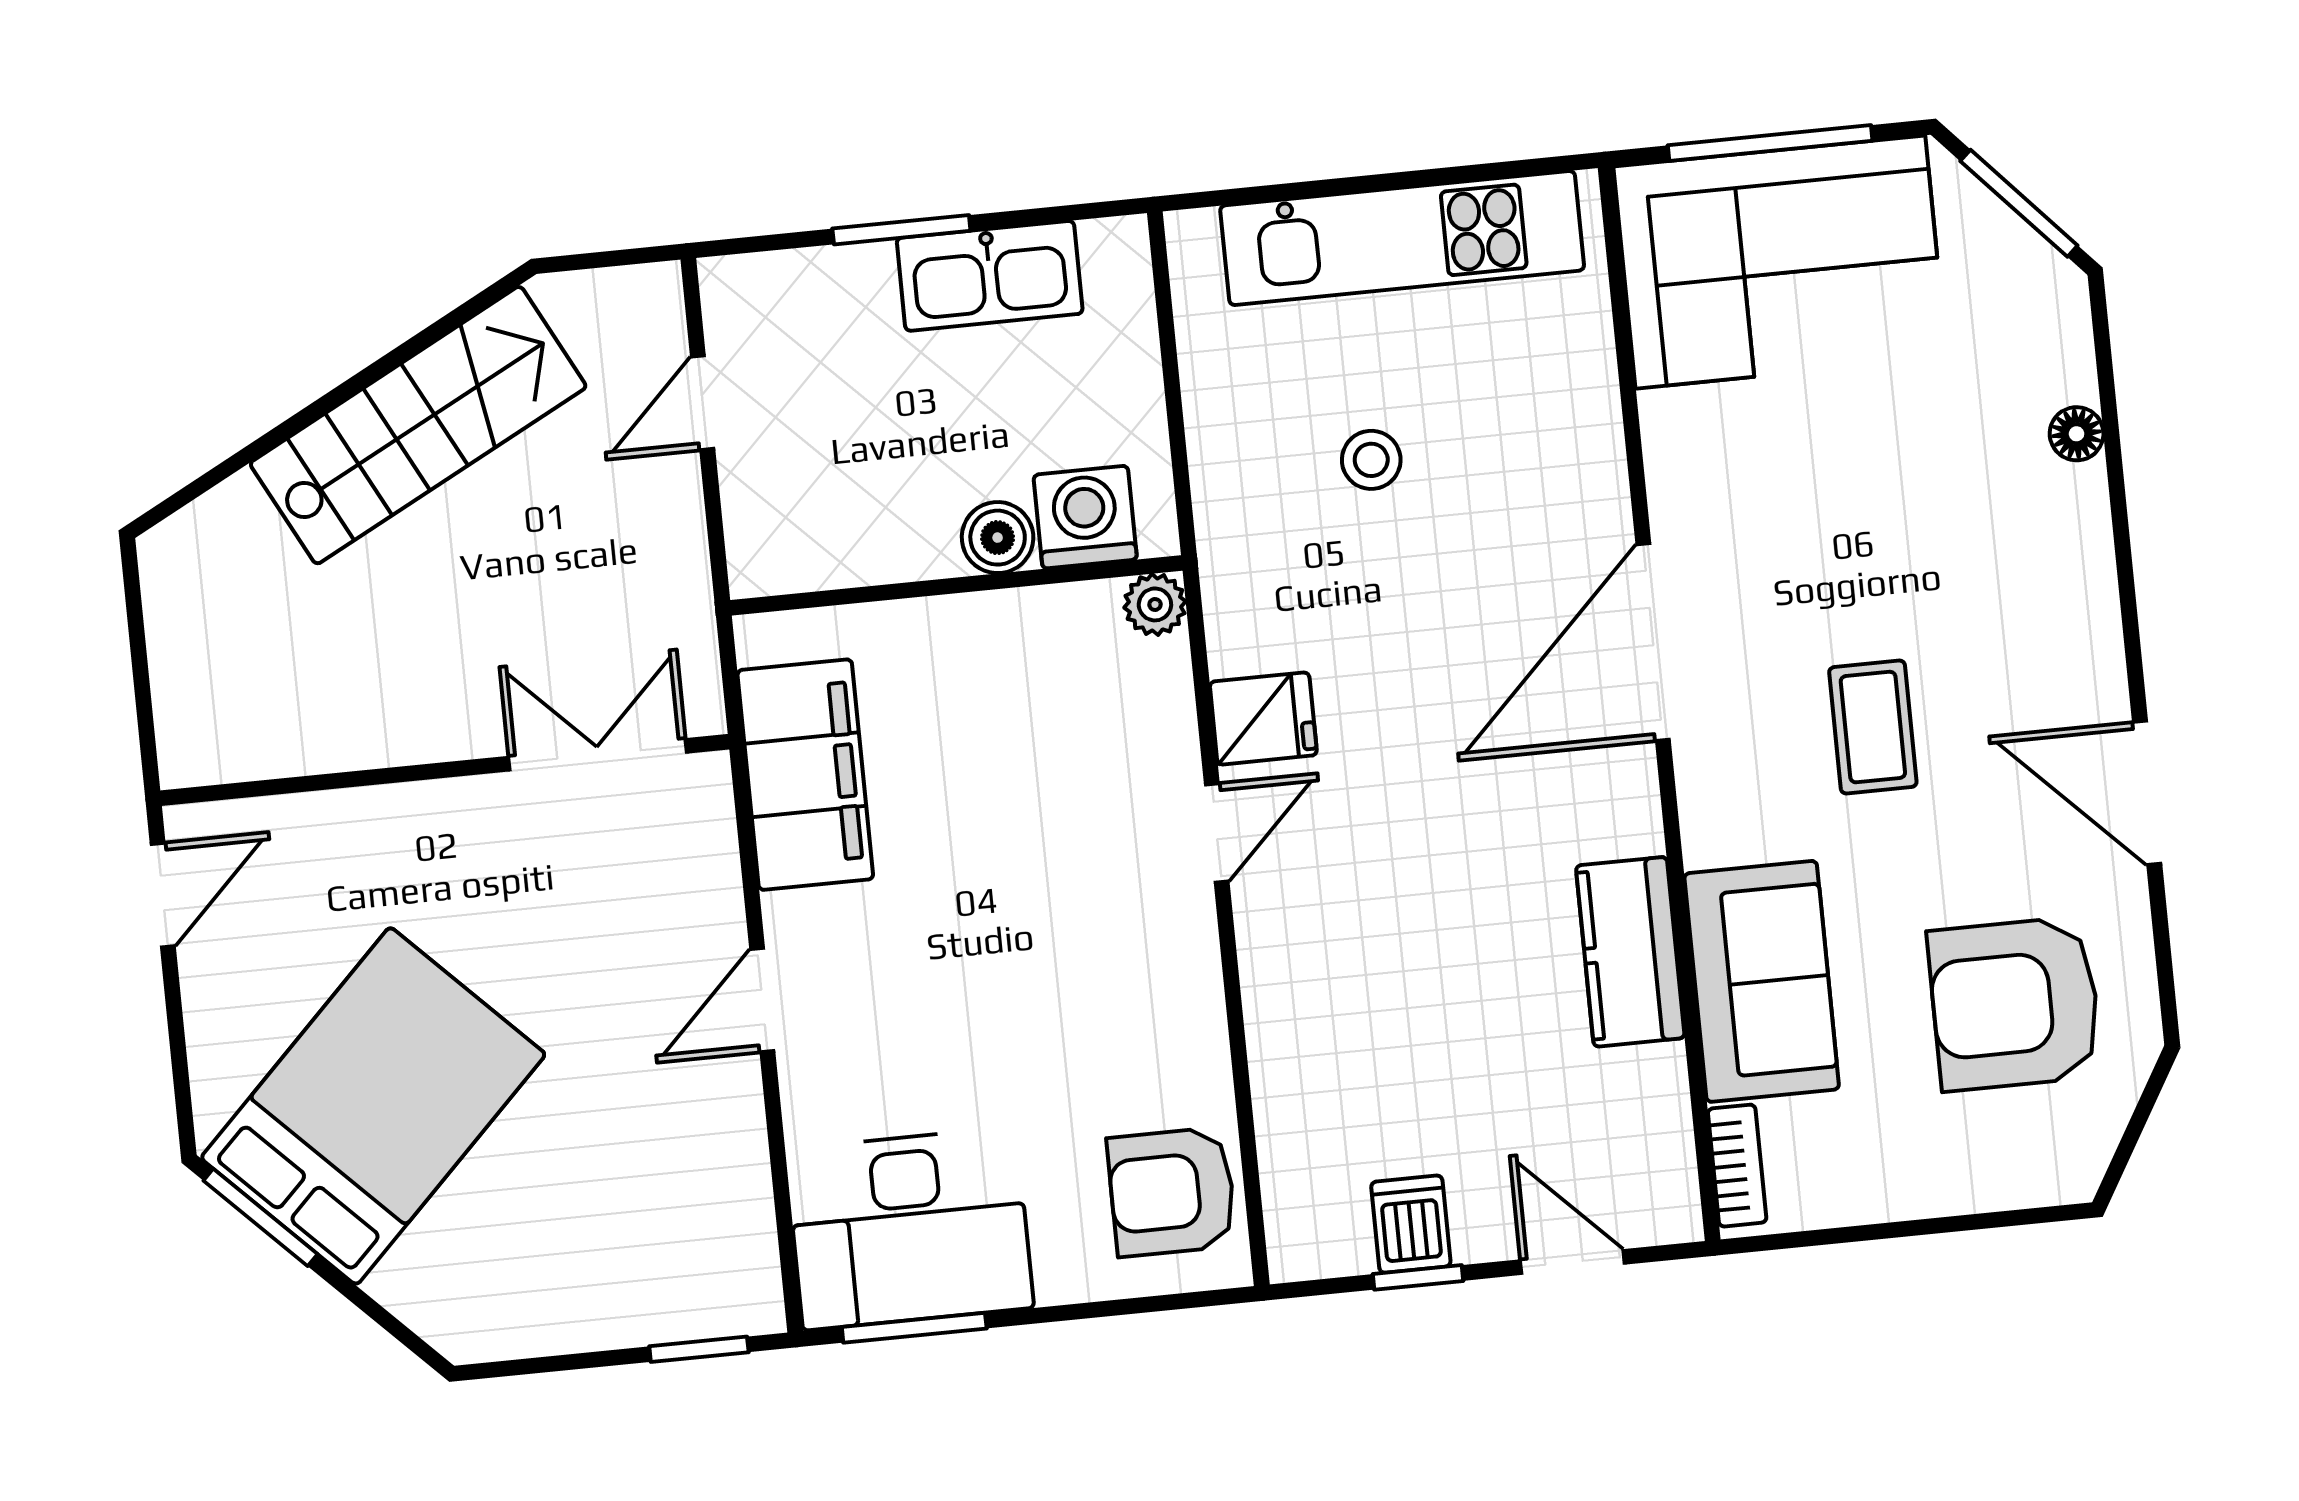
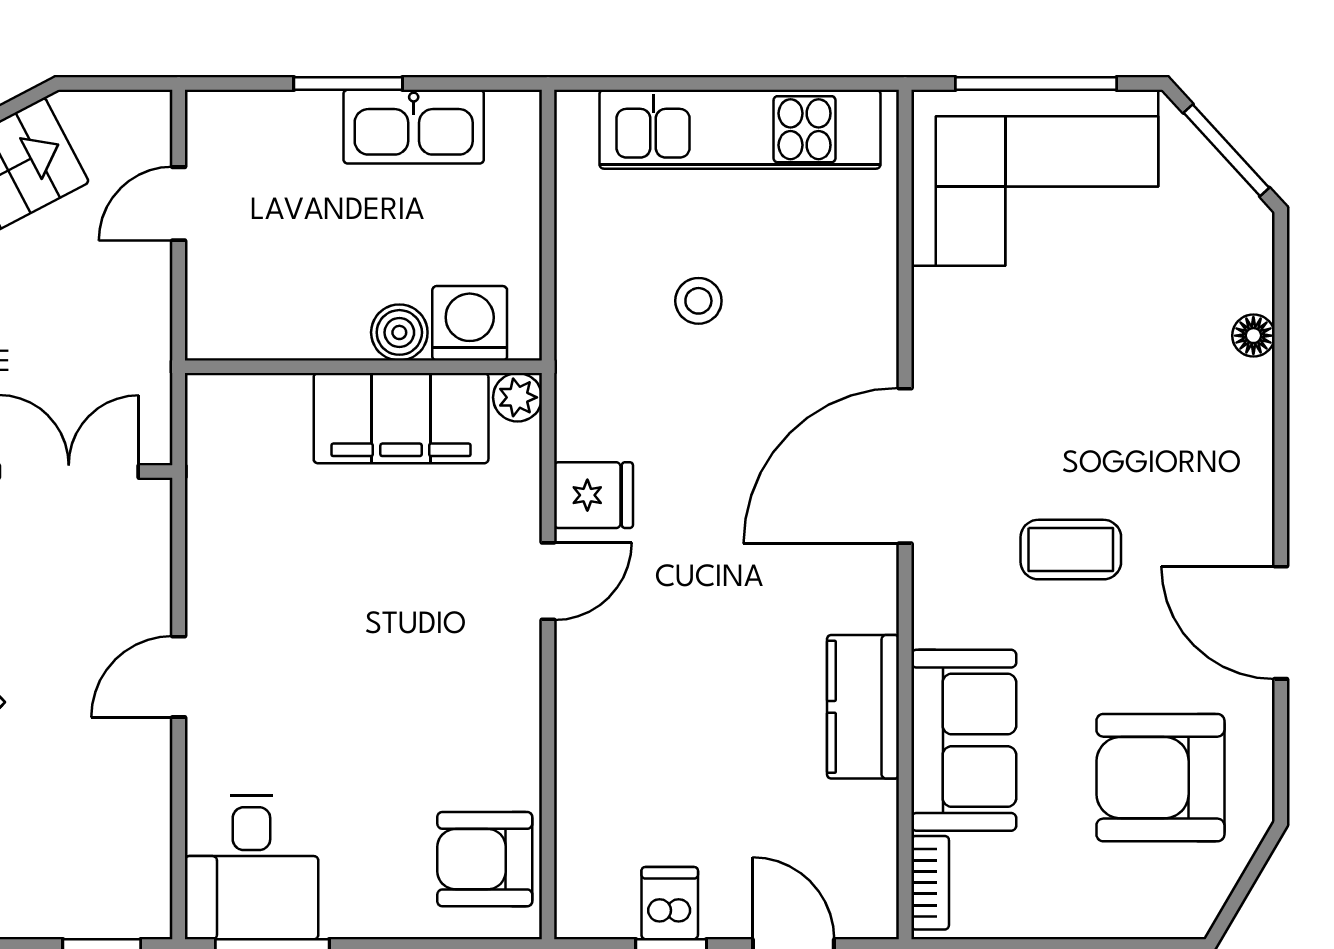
coffee table: (1873, 727) -> (1071, 550), turned 90
filing cabinet: (805, 775) -> (401, 418), moved, turned 90
desk: (910, 1229) -> (251, 867), width x0.73

